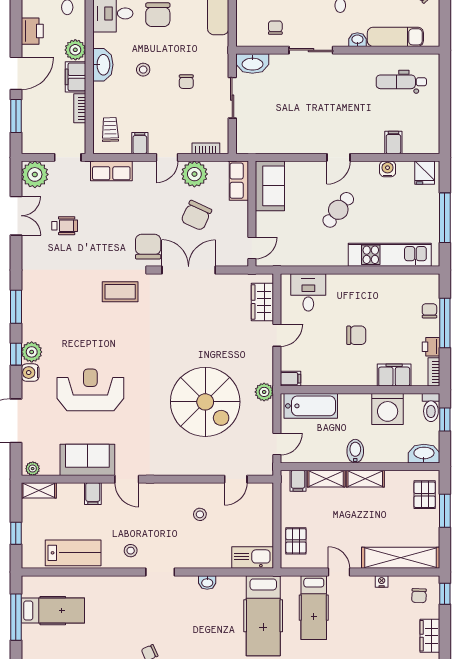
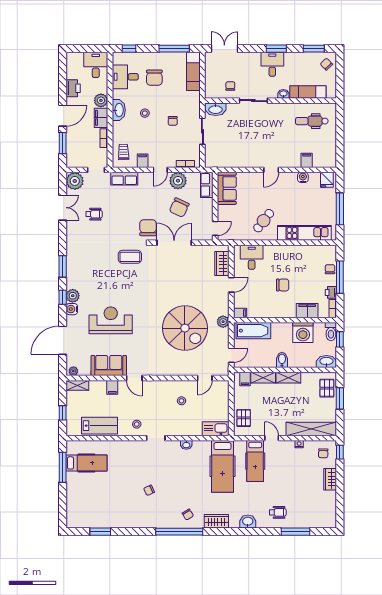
cafe table: (338, 210) -> (264, 221), moved

